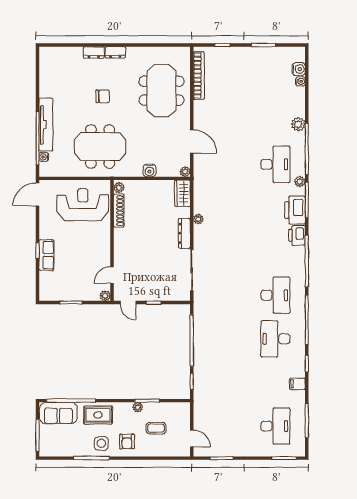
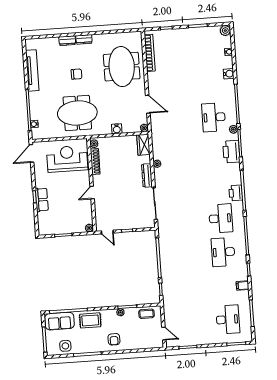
water cooler: (299, 69) -> (229, 74), moved
plant: (298, 124) -> (225, 31), moved
tv unit: (46, 125) -> (32, 70), moved
desk: (275, 164) -> (214, 117), turned 180
printer: (297, 235) -> (236, 193), moved
door: (112, 275) -> (92, 193), moved
coffee table: (156, 428) -> (147, 314), moved
side table: (101, 443) -> (65, 346), moved

